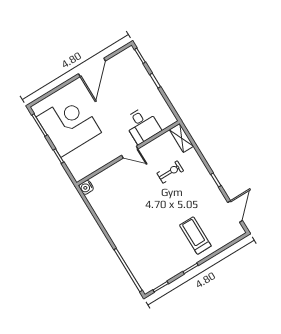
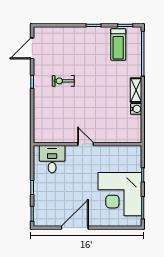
desk: (142, 125) -> (52, 159), moved
shelving: (181, 138) -> (136, 90), moved
exercise bike: (170, 172) -> (63, 81), moved
water cooler: (86, 187) -> (136, 109), moved
treadmill: (195, 236) -> (118, 45), moved

